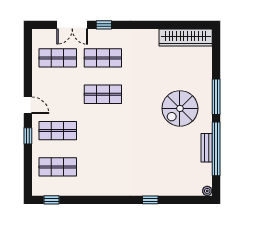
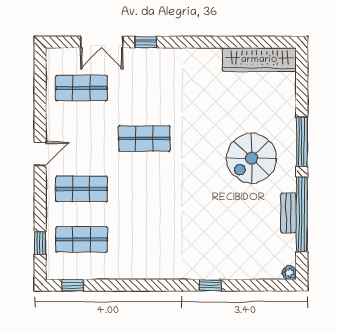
shop shelf: (103, 58) -> (144, 88), removed
door: (28, 105) -> (40, 154), hinge flipped
window: (28, 136) -> (40, 243), moved

